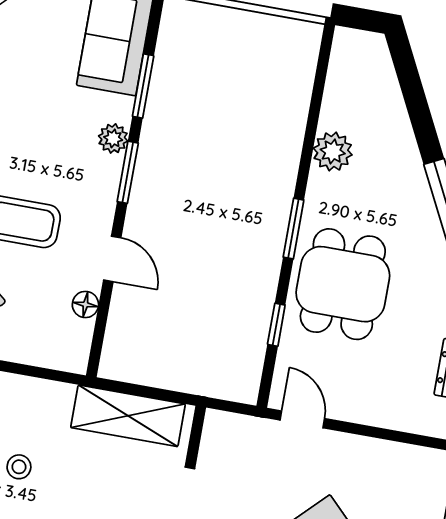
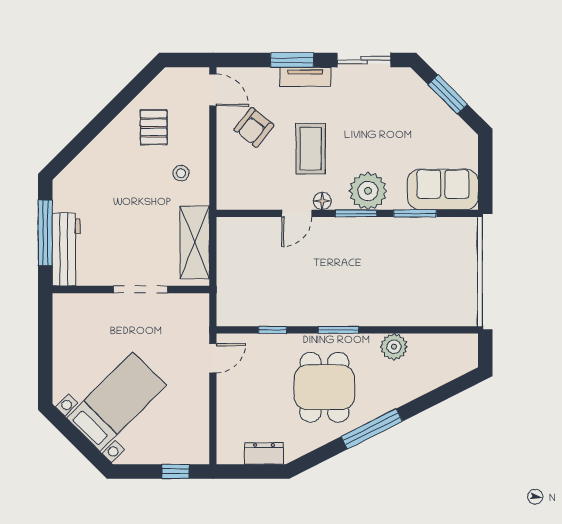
plant: (113, 138) -> (368, 191), width x1.87, depth x1.87
dining table: (343, 284) -> (324, 387), moved, turned 90
floor lamp: (85, 304) -> (322, 201), moved
stool: (19, 467) -> (181, 173), moved

